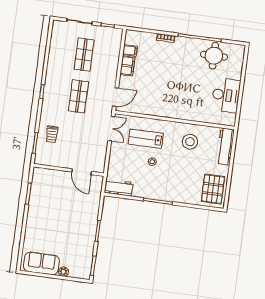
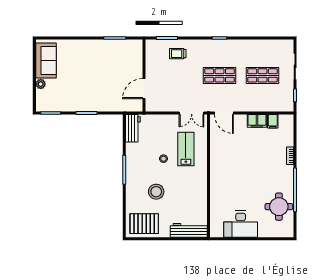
stool: (190, 142) -> (156, 192), moved

